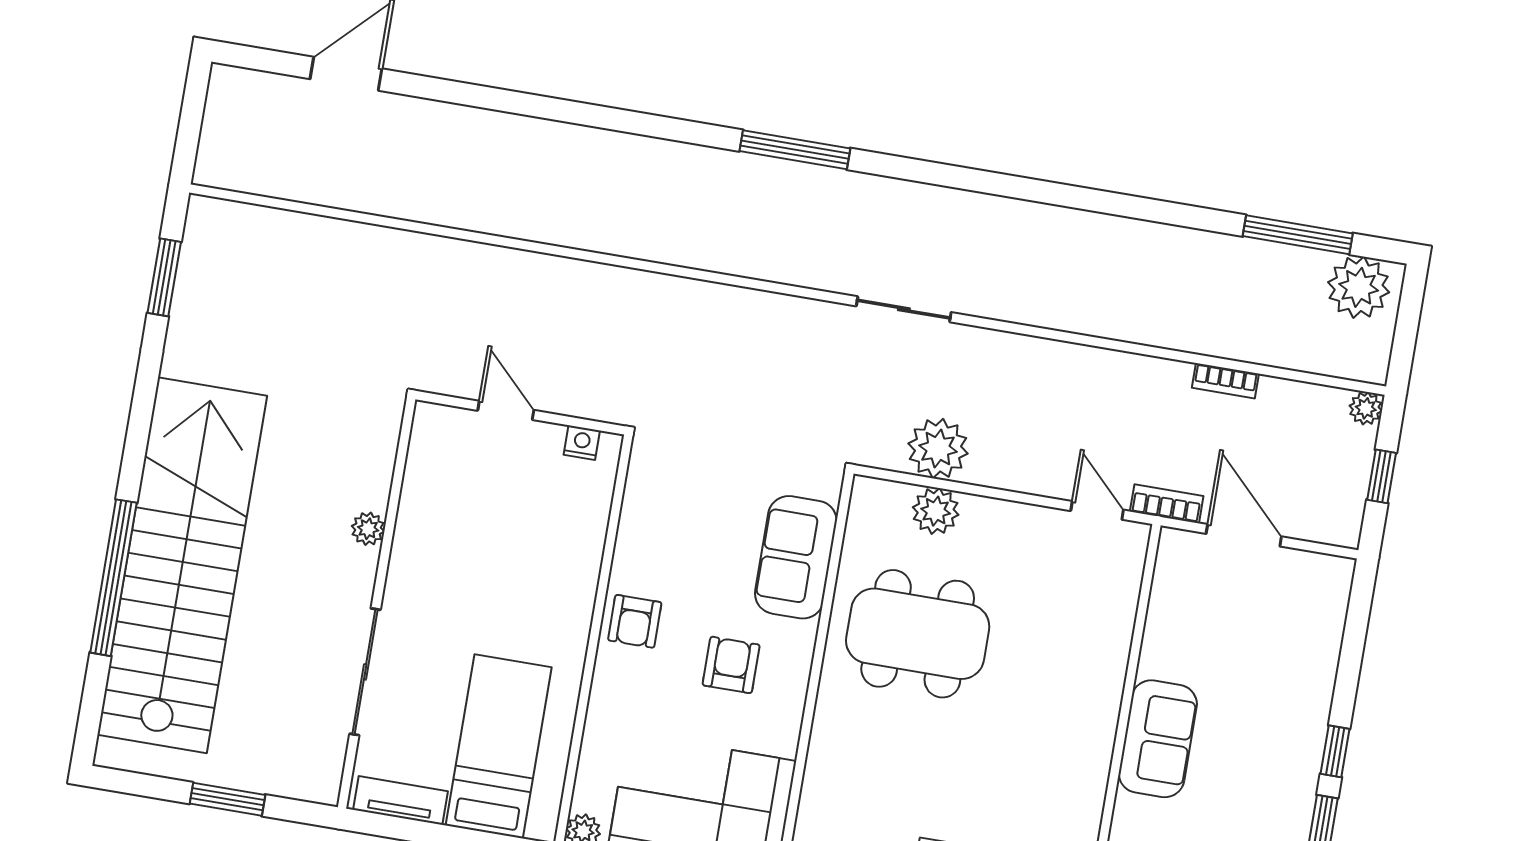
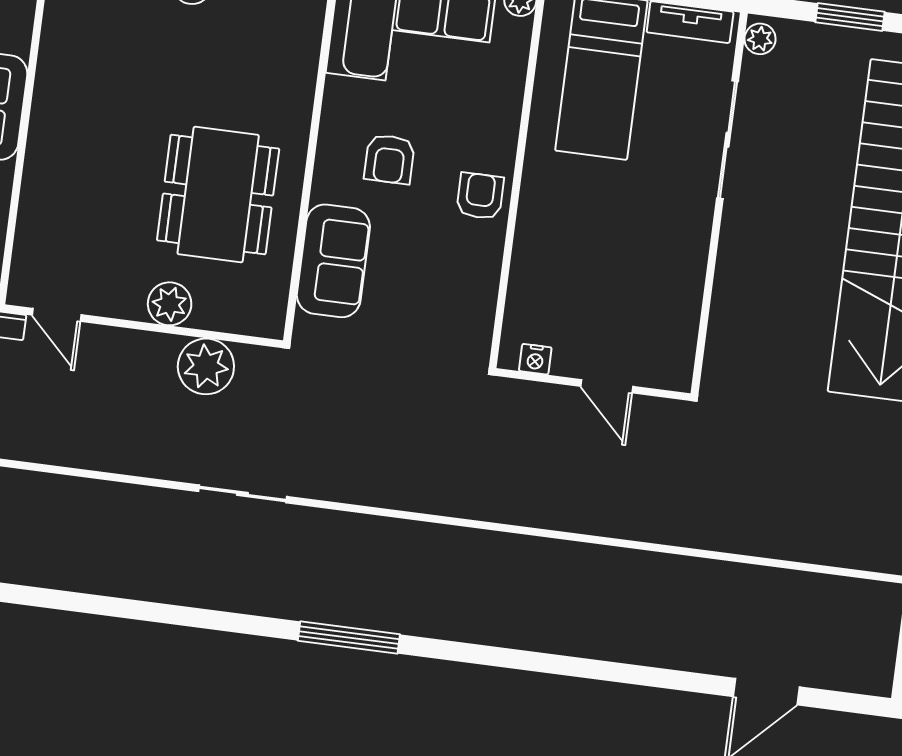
plant: (936, 511) -> (170, 304), moved
plant: (368, 529) -> (760, 39), moved
dining table: (918, 634) -> (218, 195), turned 90

